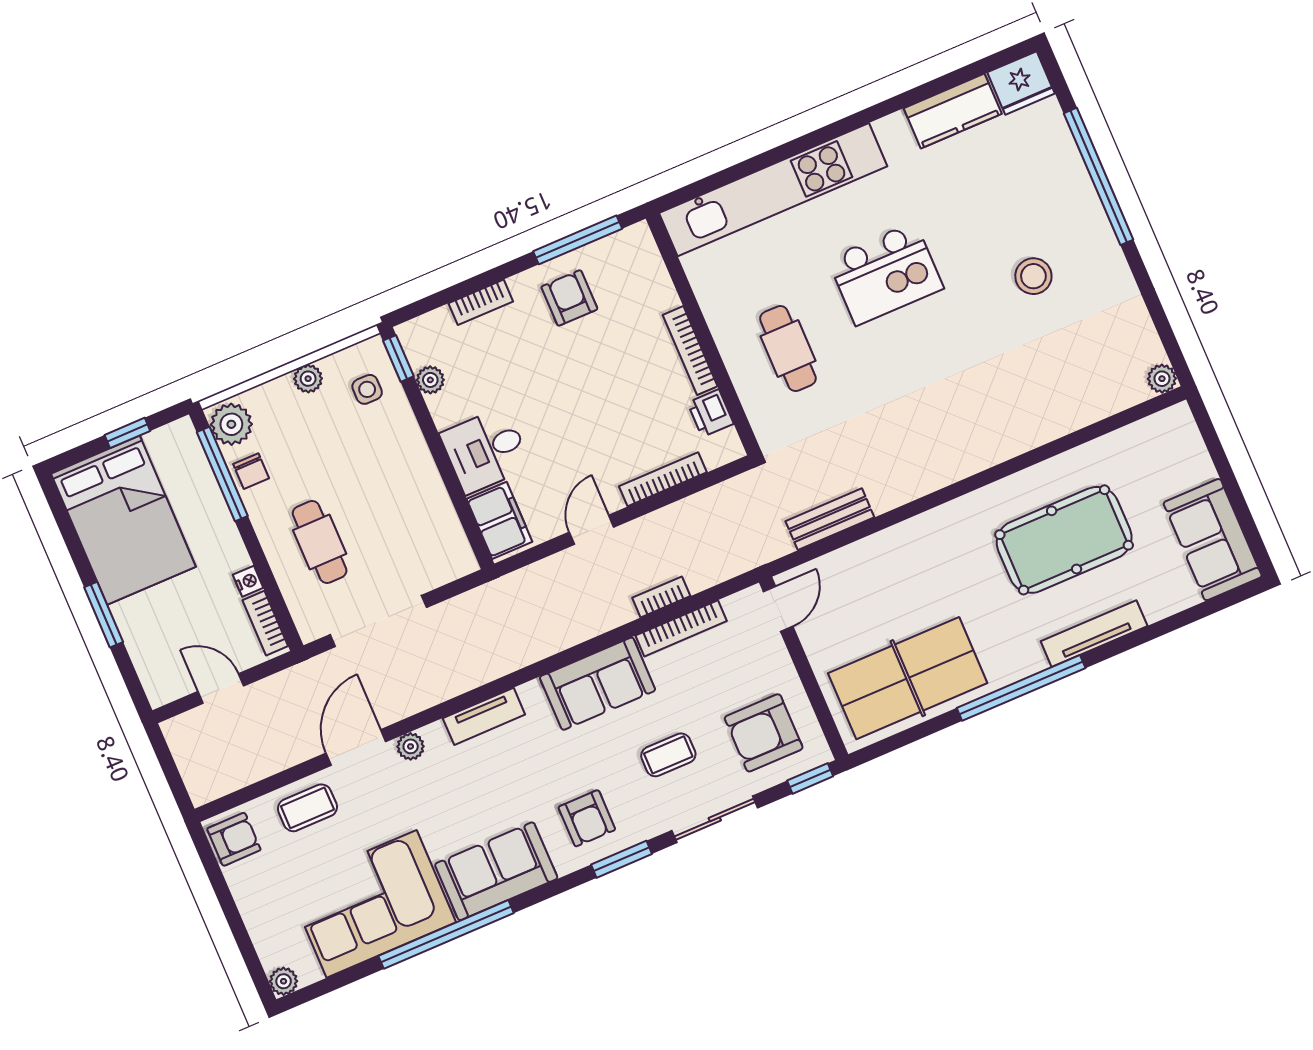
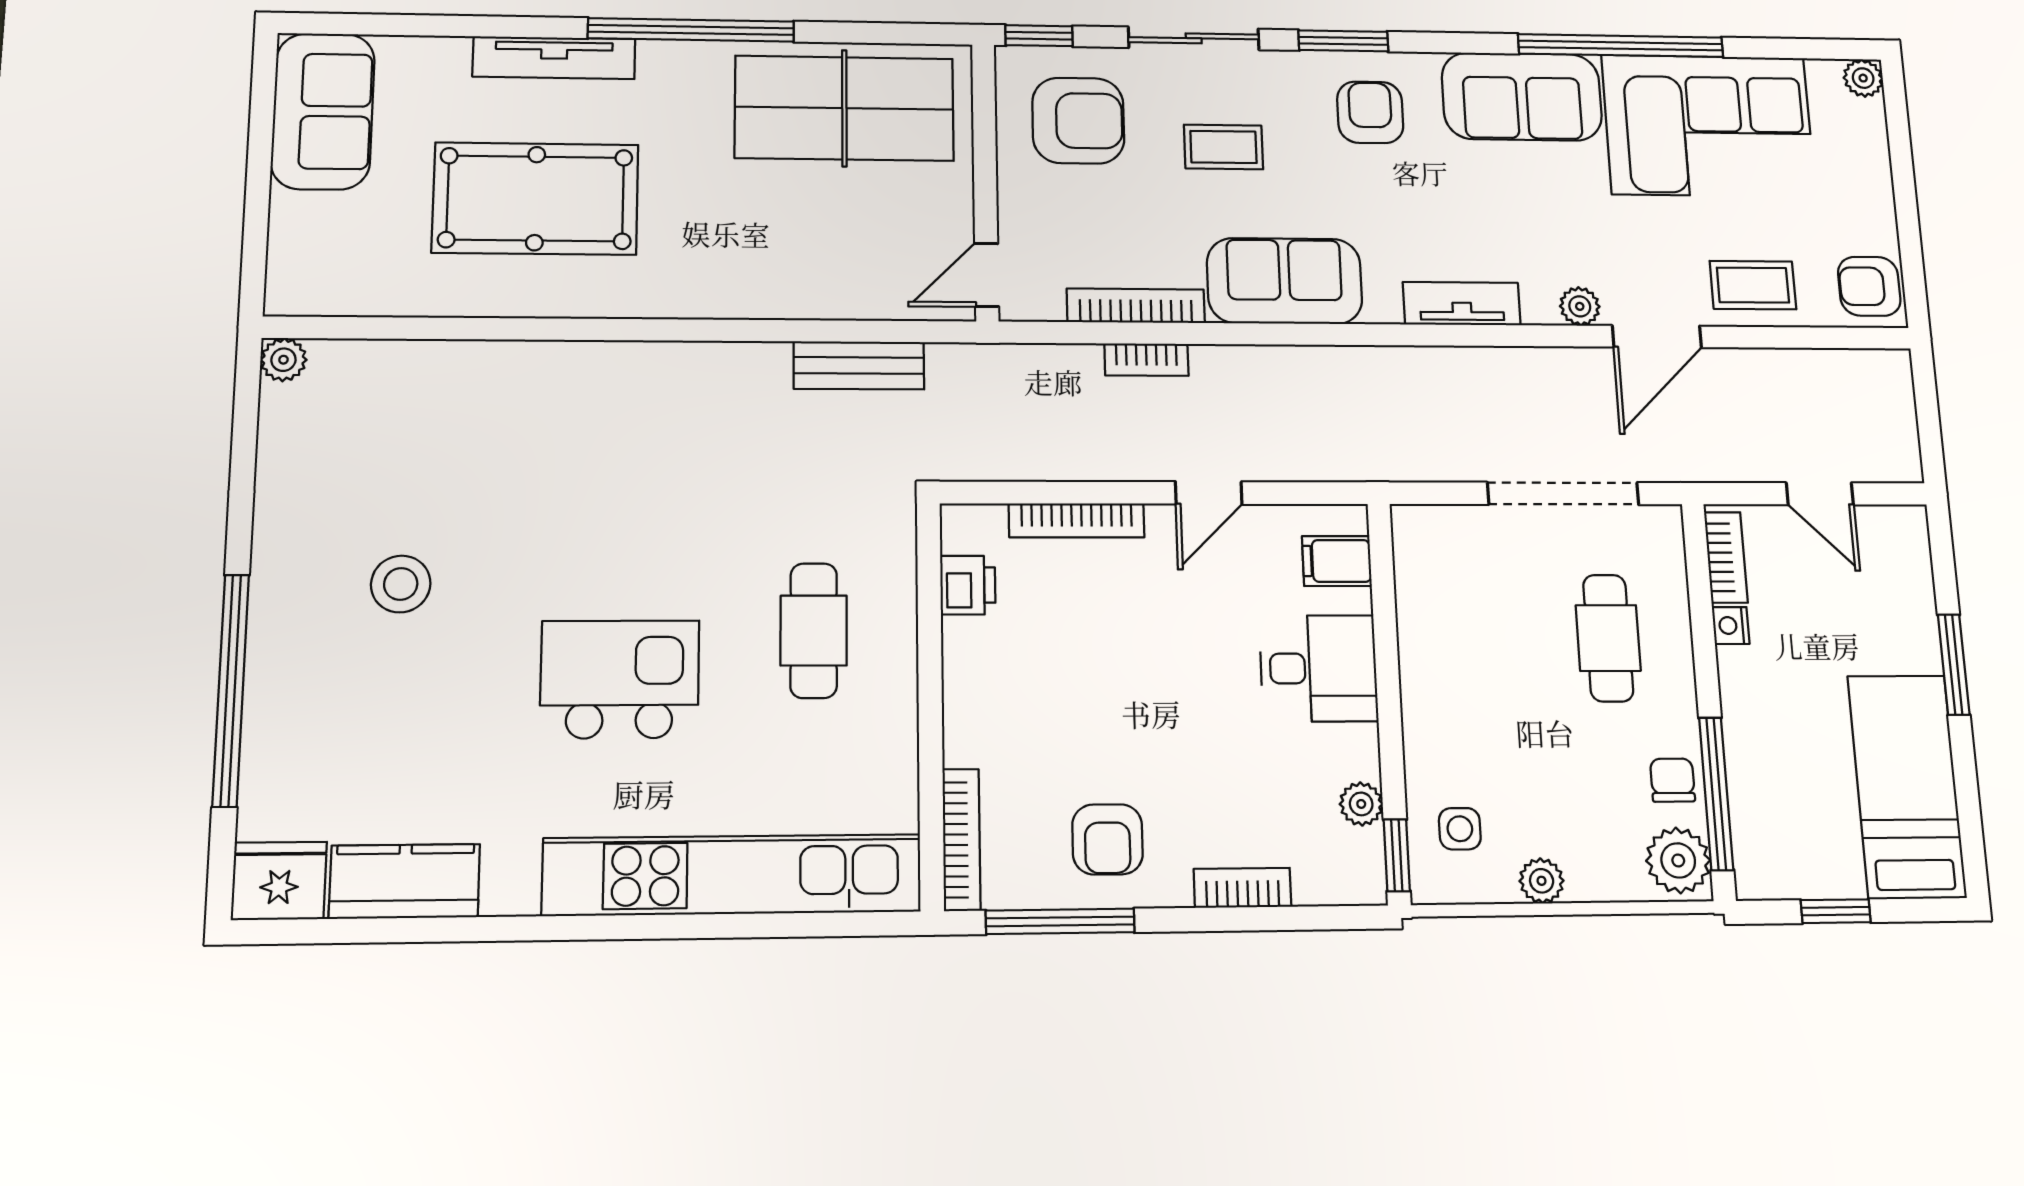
bookcase: (690, 351) -> (961, 840), moved
bed: (123, 520) -> (1907, 786), width x0.67
filing cabinet: (499, 520) -> (1337, 561), width x0.50

